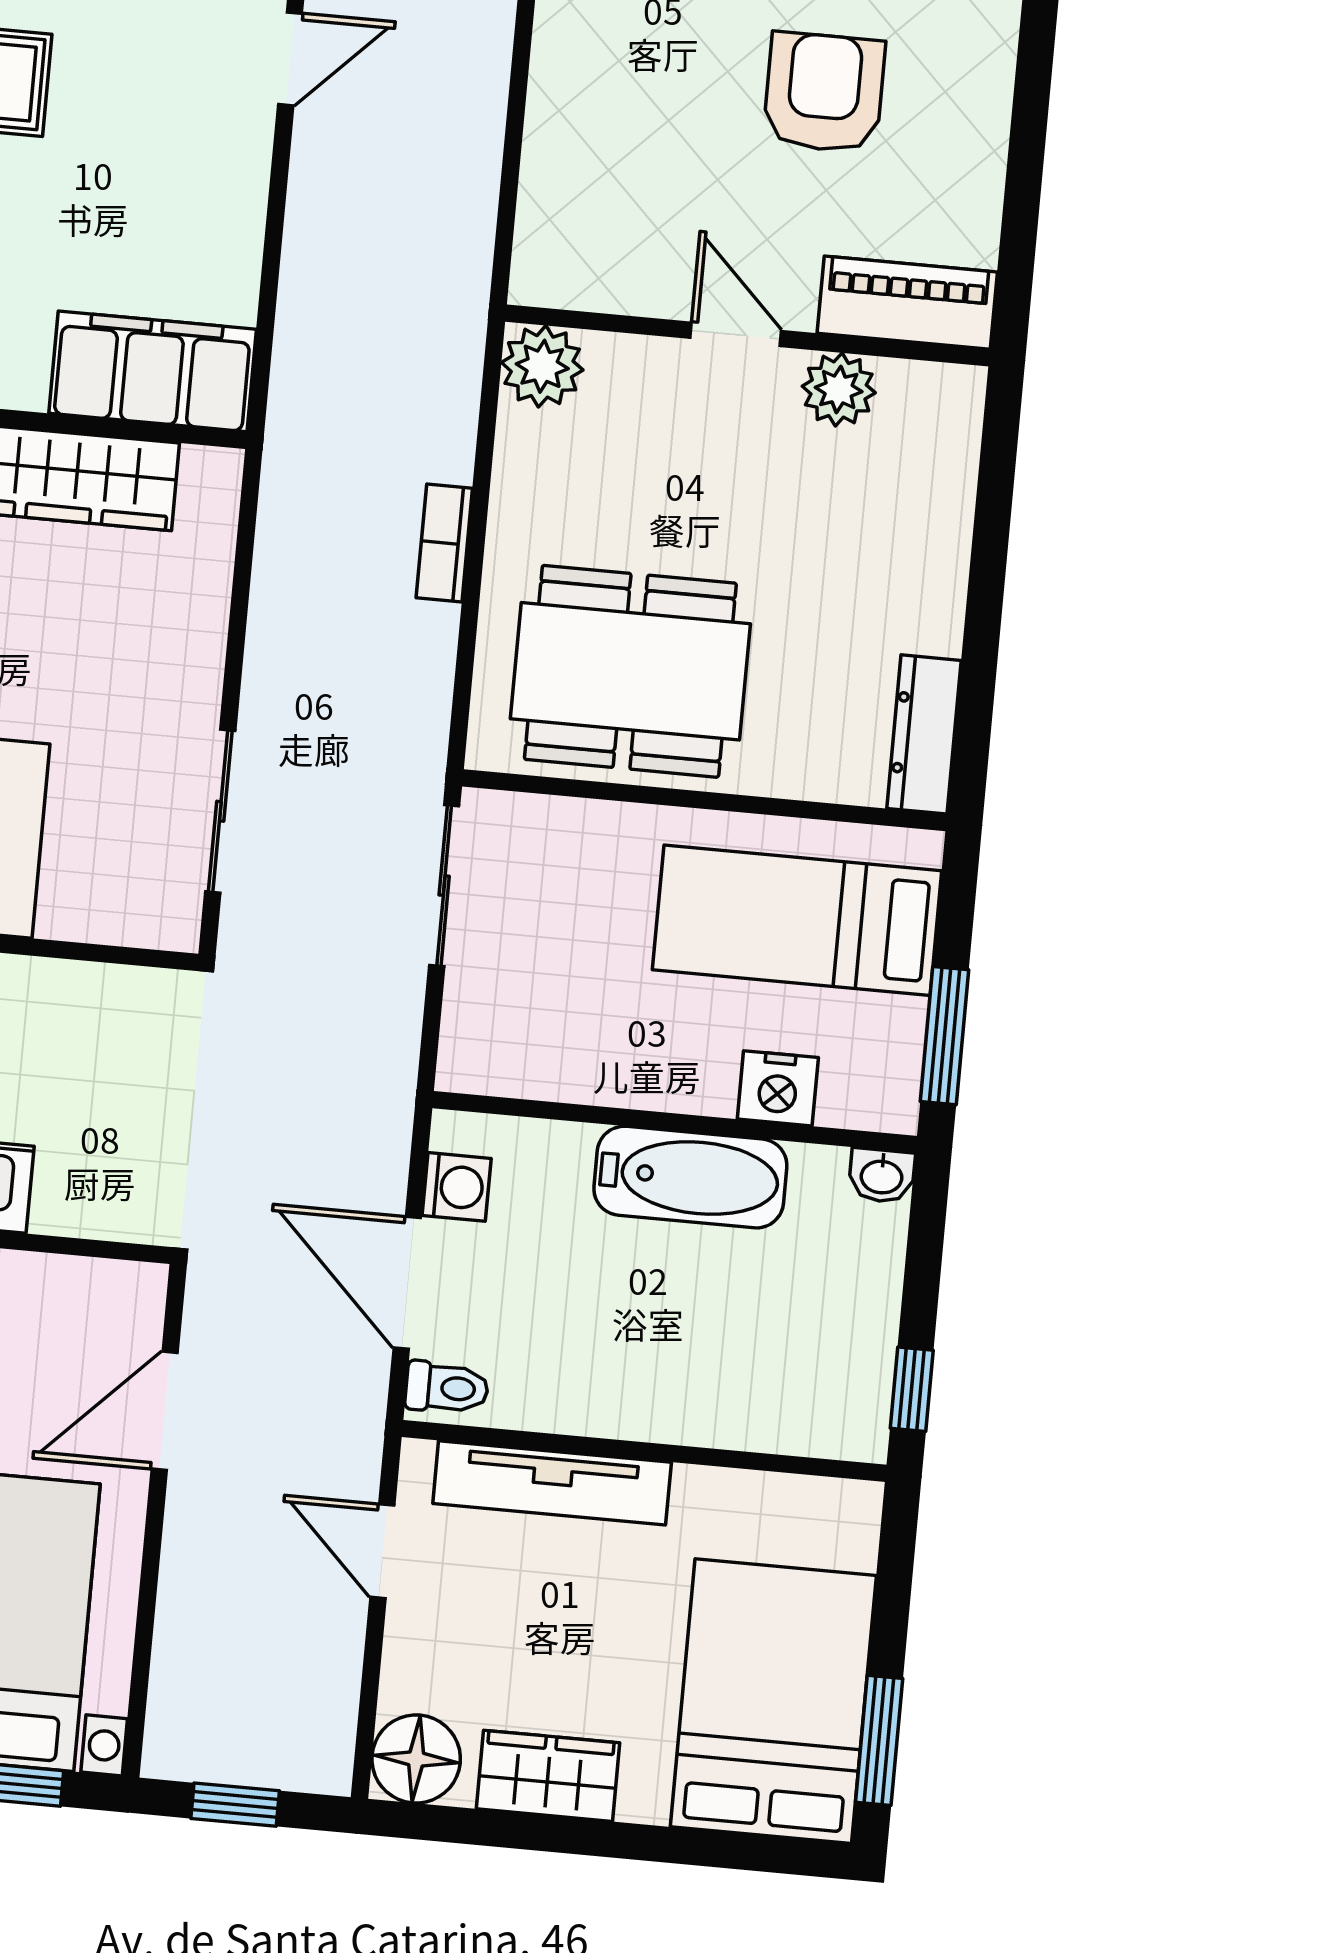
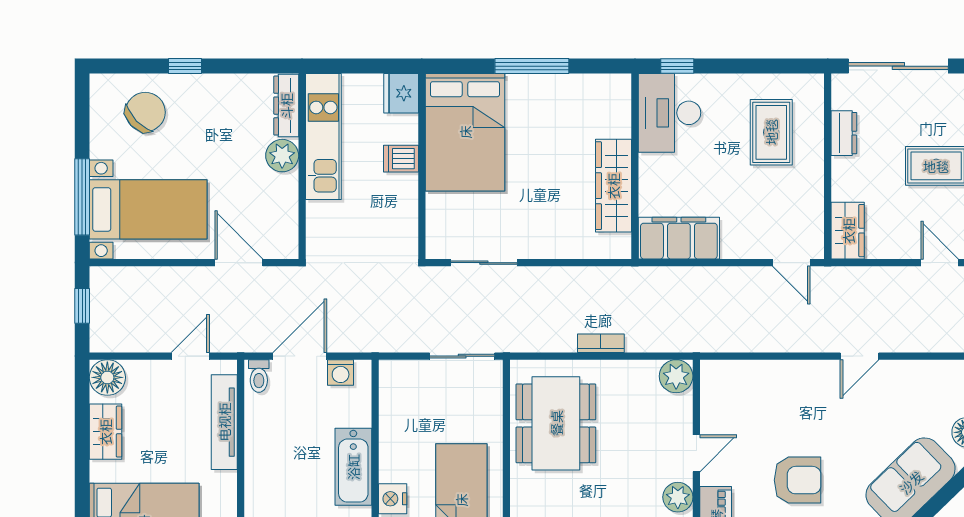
filing cabinet: (153, 371) -> (679, 238), moved, turned -90

